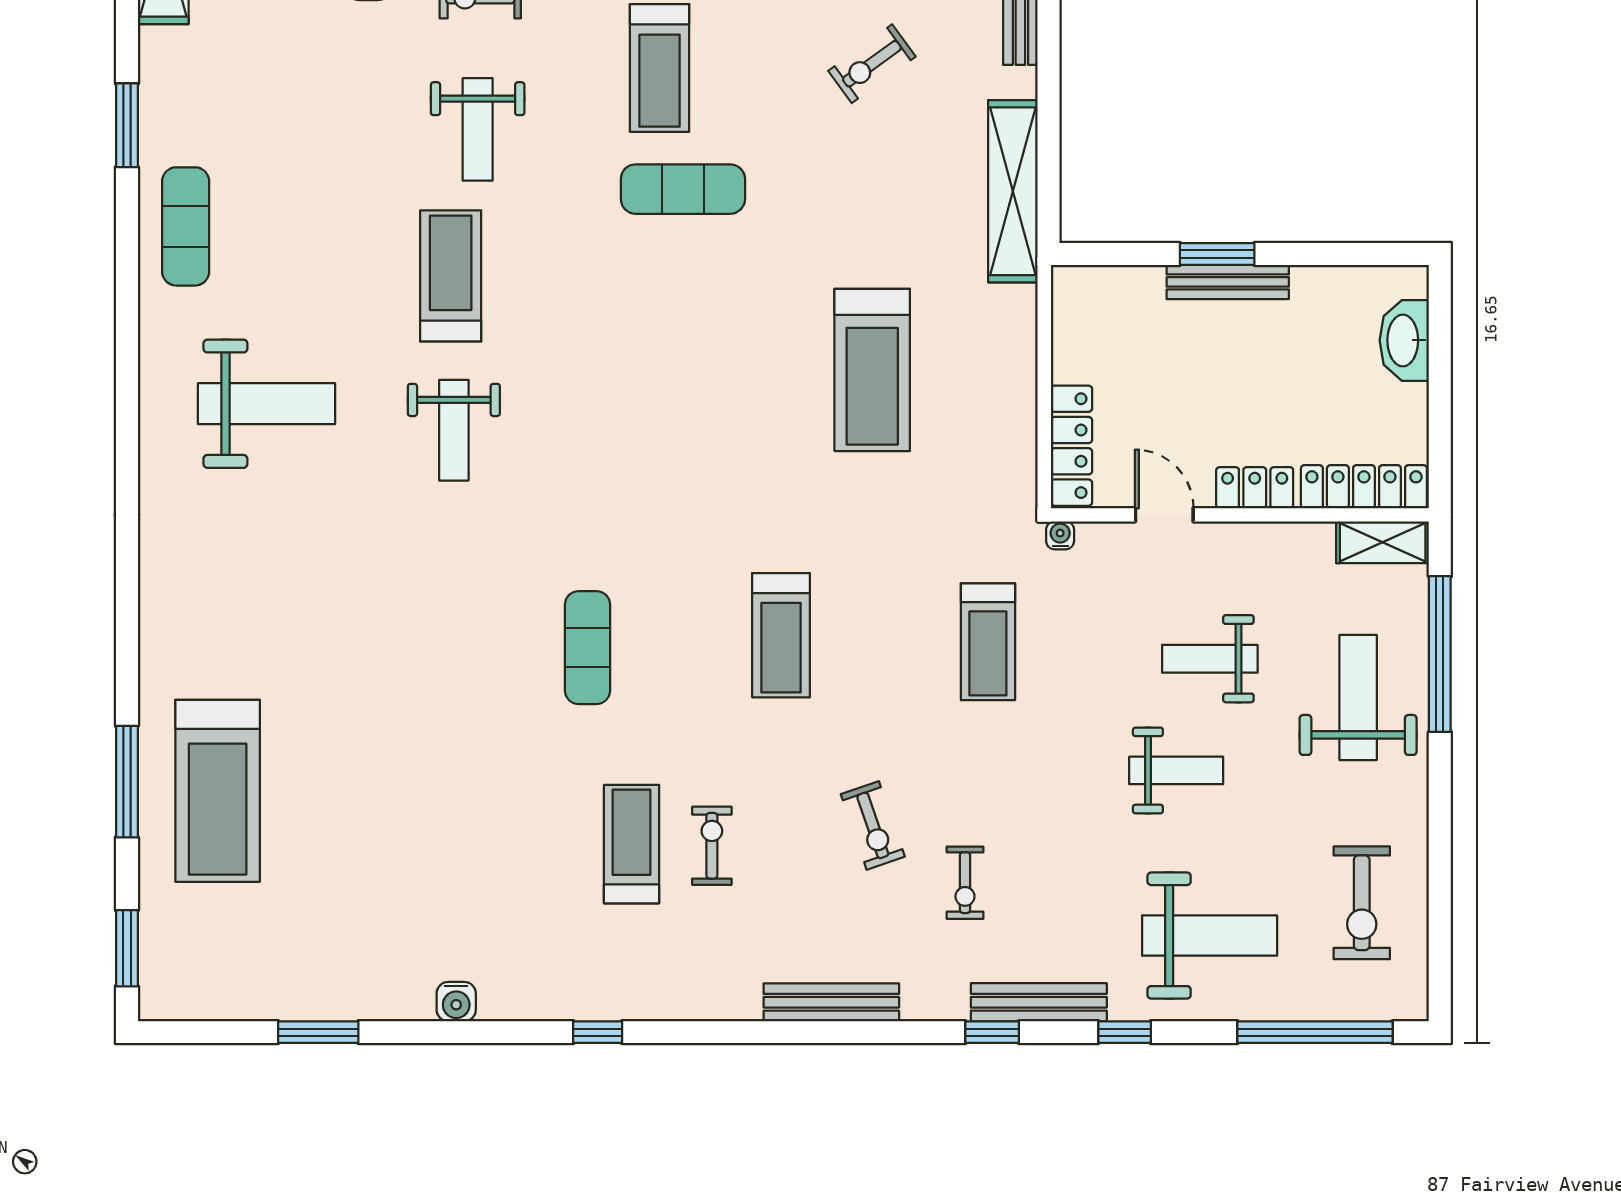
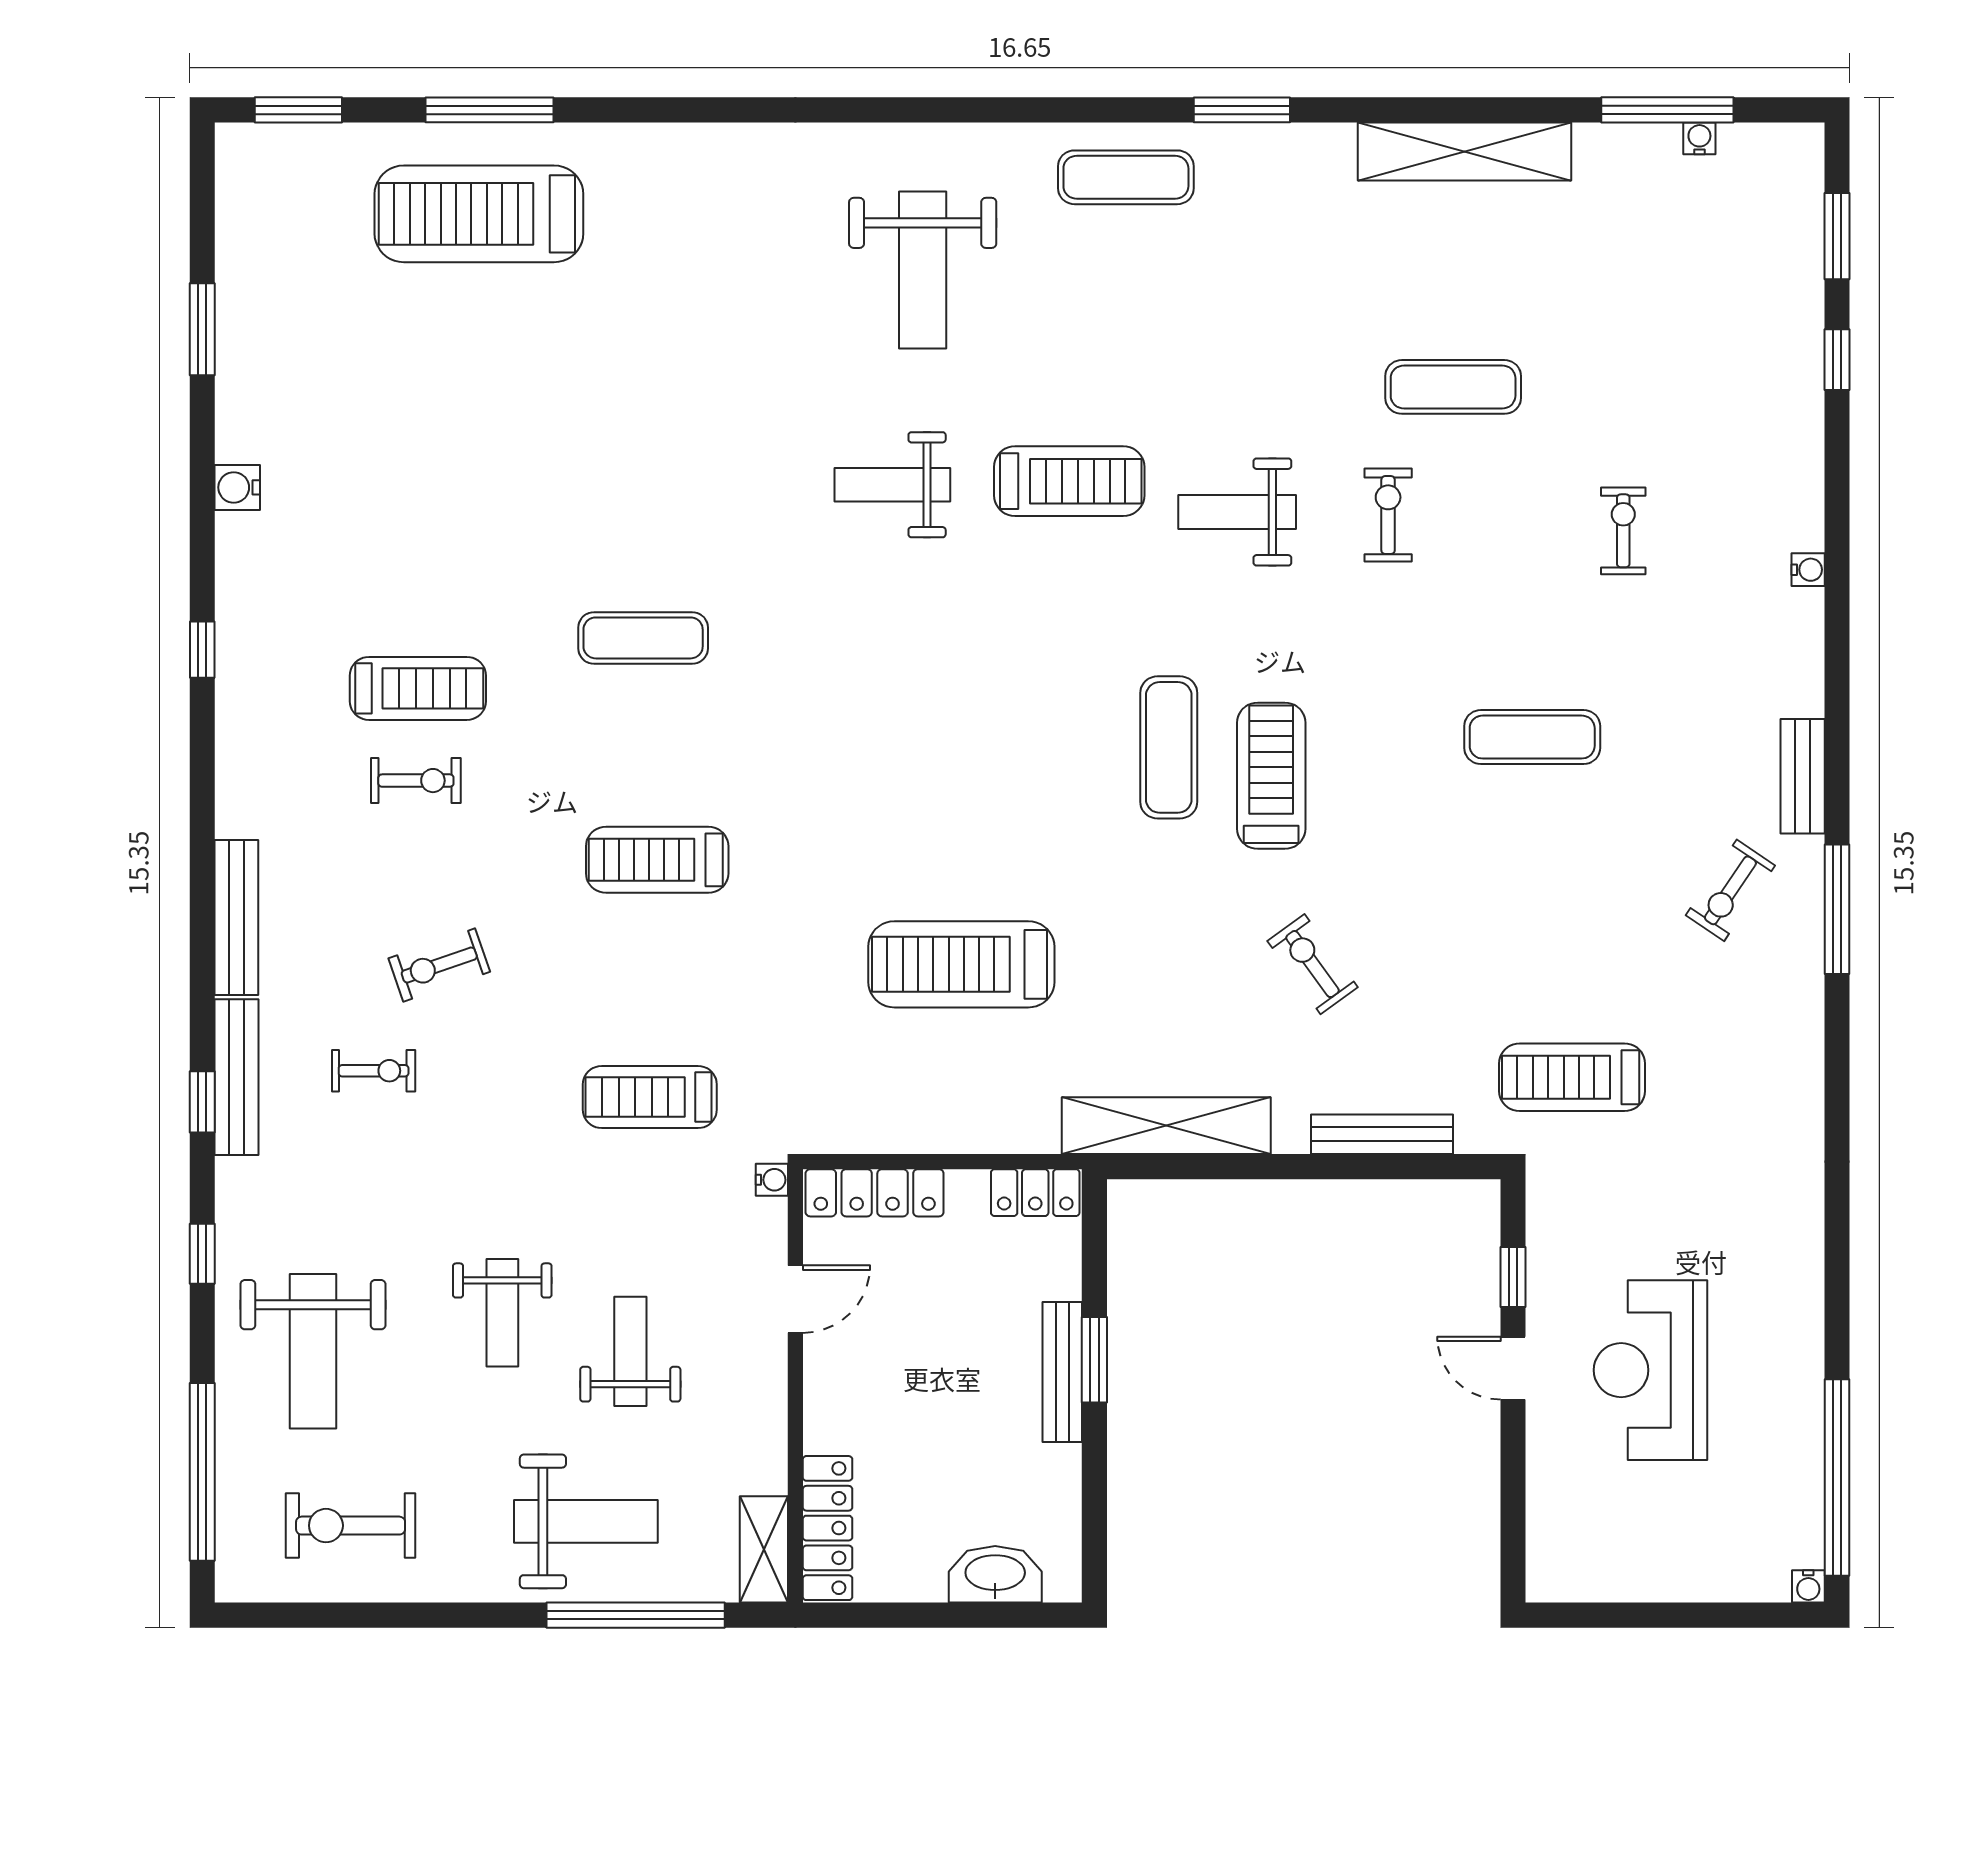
treadmill: (660, 68) -> (1271, 776), moved, turned 90
locker: (1255, 488) -> (1035, 1193), moved, turned 90
exercise bike: (965, 883) -> (374, 1071), turned 180
bench: (1039, 1002) -> (237, 1077), moved

